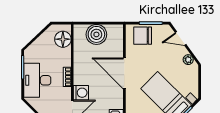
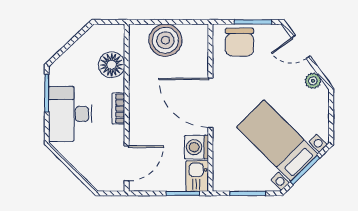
chair: (143, 36) -> (240, 42), turned -90
floor lamp: (63, 39) -> (112, 65), moved
washing machine: (81, 93) -> (197, 147), moved, turned 180

